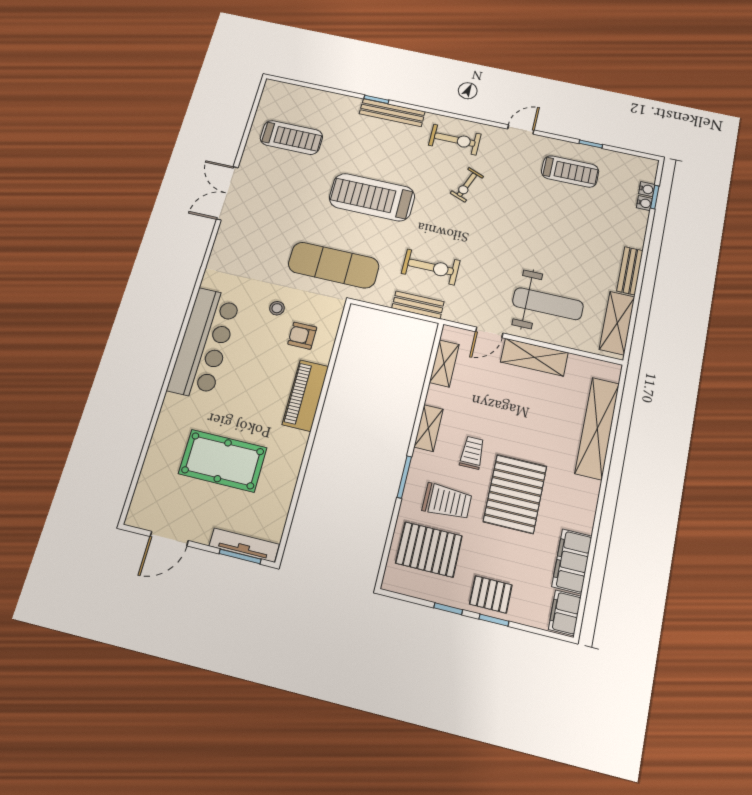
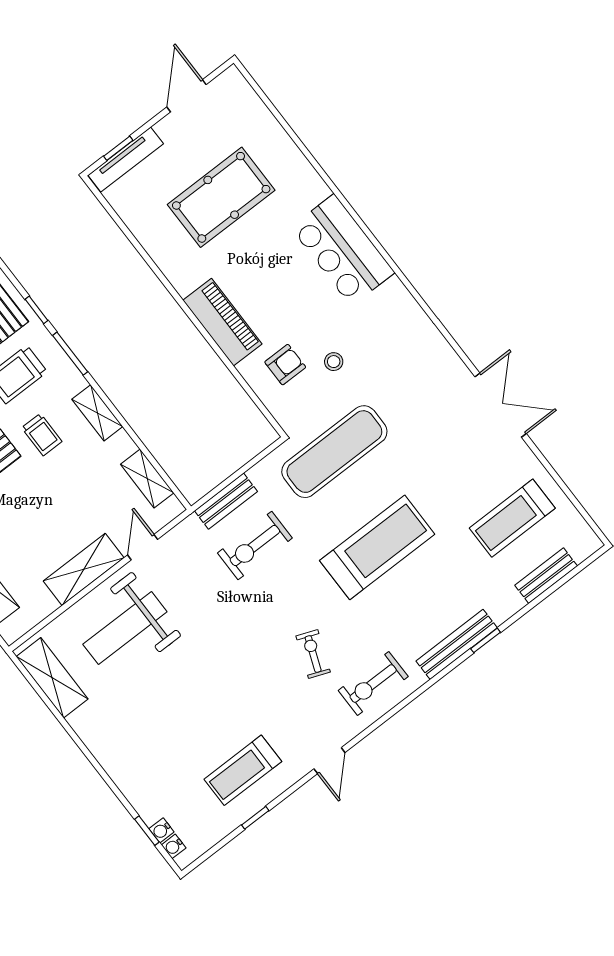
water cooler: (644, 203) -> (174, 846), moved
bench: (630, 271) -> (546, 576), moved, turned 90
bar counter: (204, 343) -> (343, 250), width x0.73
window: (393, 523) -> (36, 310), added
window: (240, 556) -> (118, 148), width x0.67

